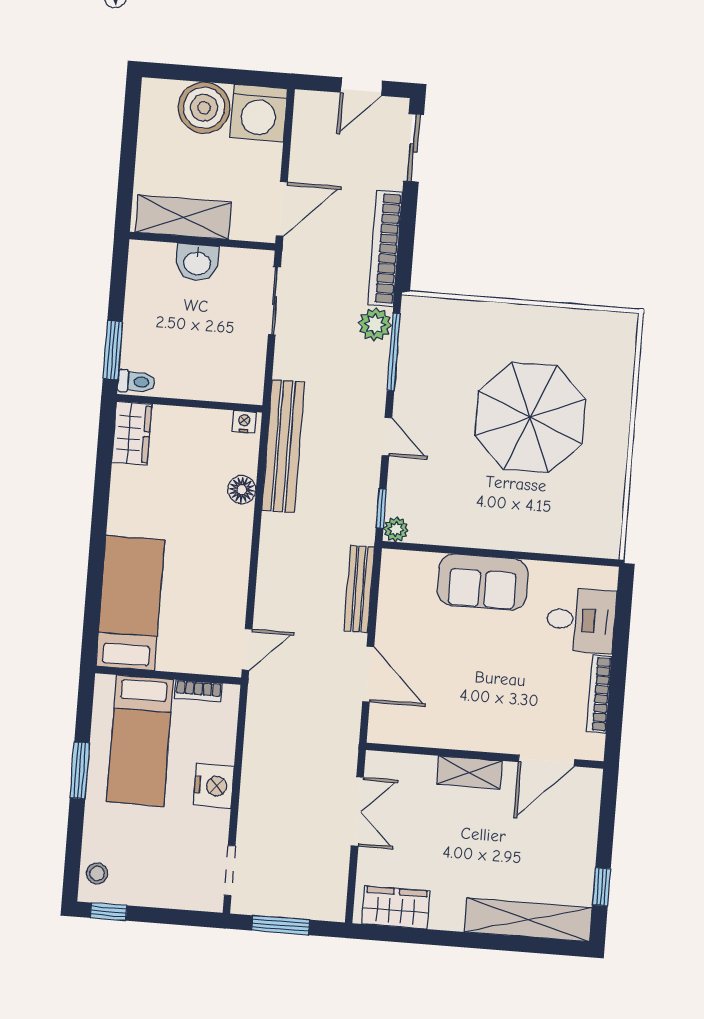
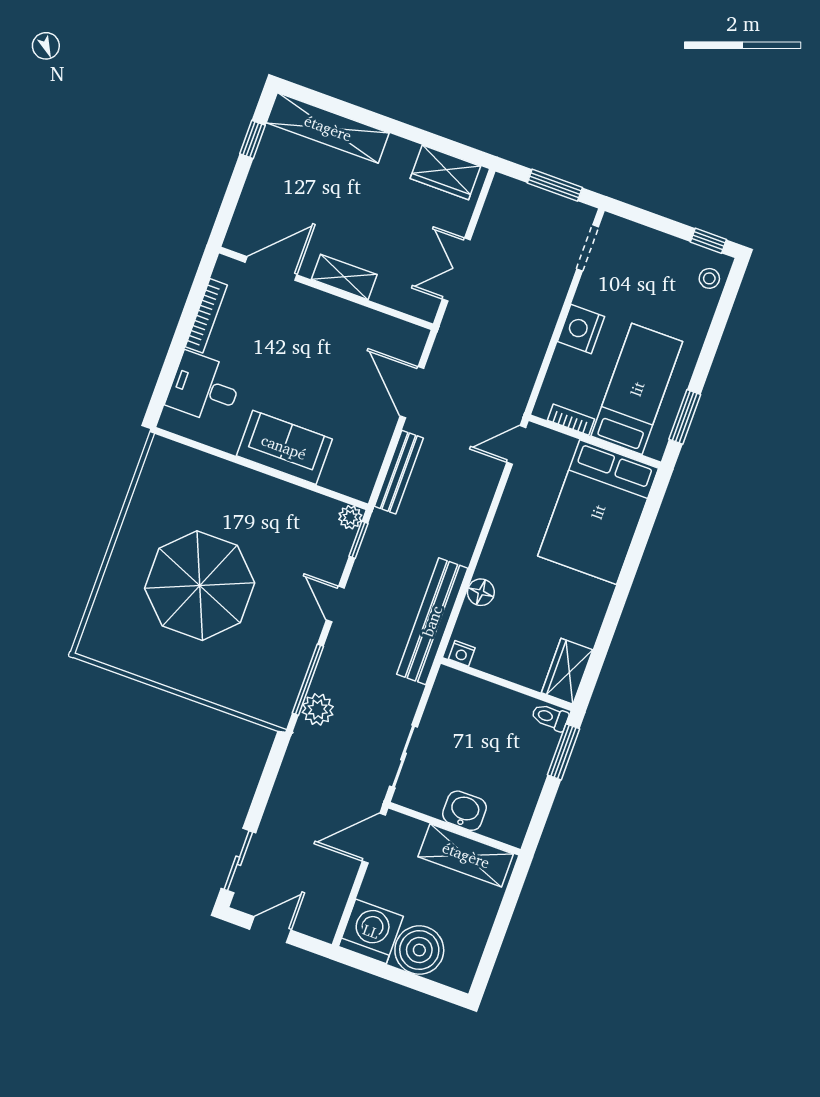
bookcase: (385, 248) -> (290, 776), removed
bed: (130, 603) -> (598, 512), width x1.50
window: (80, 770) -> (685, 417), moved

